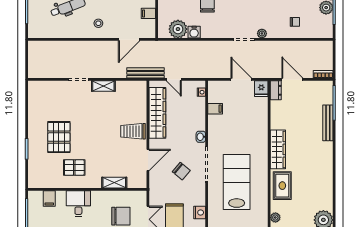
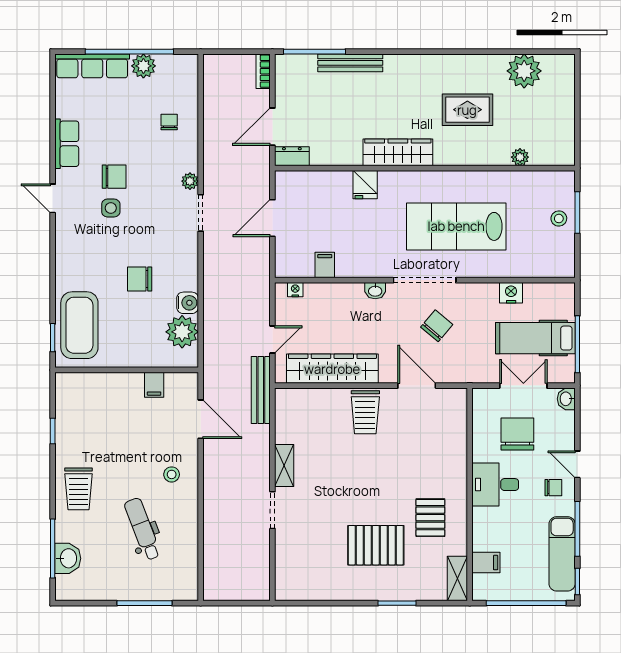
fridge: (261, 89) -> (365, 185), moved, turned 90
shelving: (114, 183) -> (457, 579), moved
rug: (282, 186) -> (467, 110), moved
desk: (78, 204) -> (495, 485), moved

